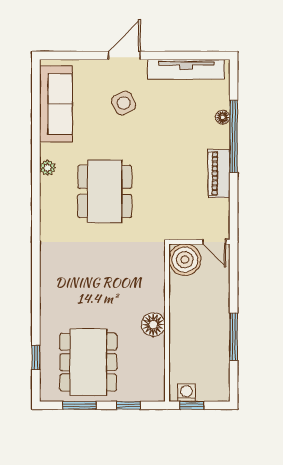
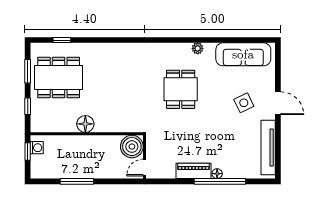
floor lamp: (223, 117) -> (217, 174), moved
dining table: (105, 191) -> (181, 89), width x0.73

